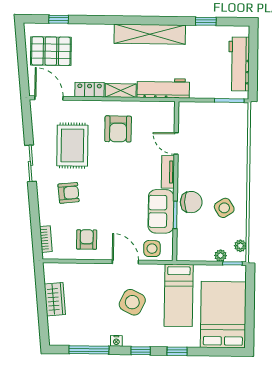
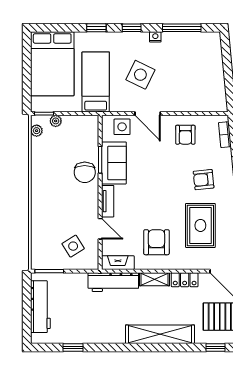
shelving: (150, 34) -> (160, 334), moved
fireplace: (158, 108) -> (118, 263), added
chair: (191, 202) -> (85, 172), turned -90
side table: (224, 208) -> (73, 246), moved
wardrobe: (55, 299) -> (215, 77), removed

